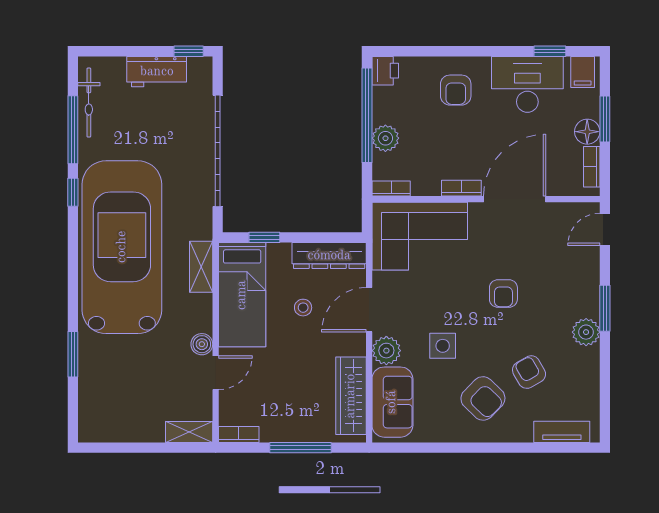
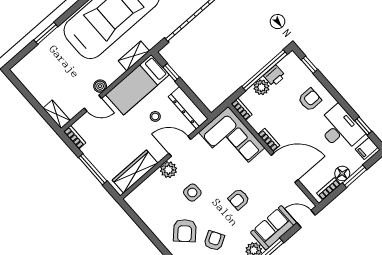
window: (411, 51) -> (309, 65), added
printer: (385, 71) -> (274, 76), moved
armchair: (456, 90) -> (310, 100), turned 180
sofa: (392, 402) -> (274, 228), moved, turned 180

